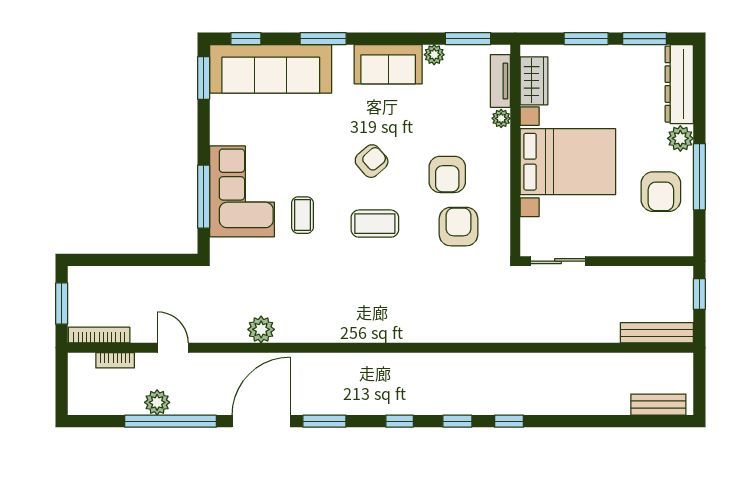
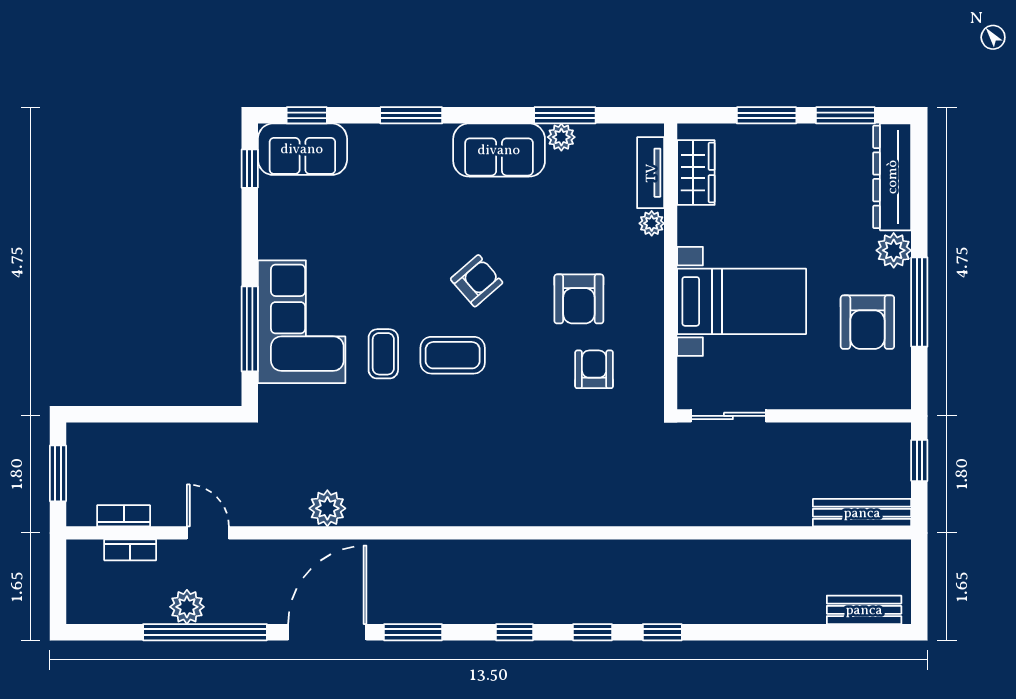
window: (468, 39) -> (565, 115), moved
sofa: (271, 69) -> (302, 149), width x0.54, depth x0.79
window: (204, 78) -> (250, 169), width x0.67
bed with nightstands: (568, 162) -> (742, 301), width x0.73
coffee table: (375, 224) -> (453, 355), moved
armchair: (458, 227) -> (594, 369), width x0.72, depth x0.72
bookcase: (99, 335) -> (124, 516), width x0.64

